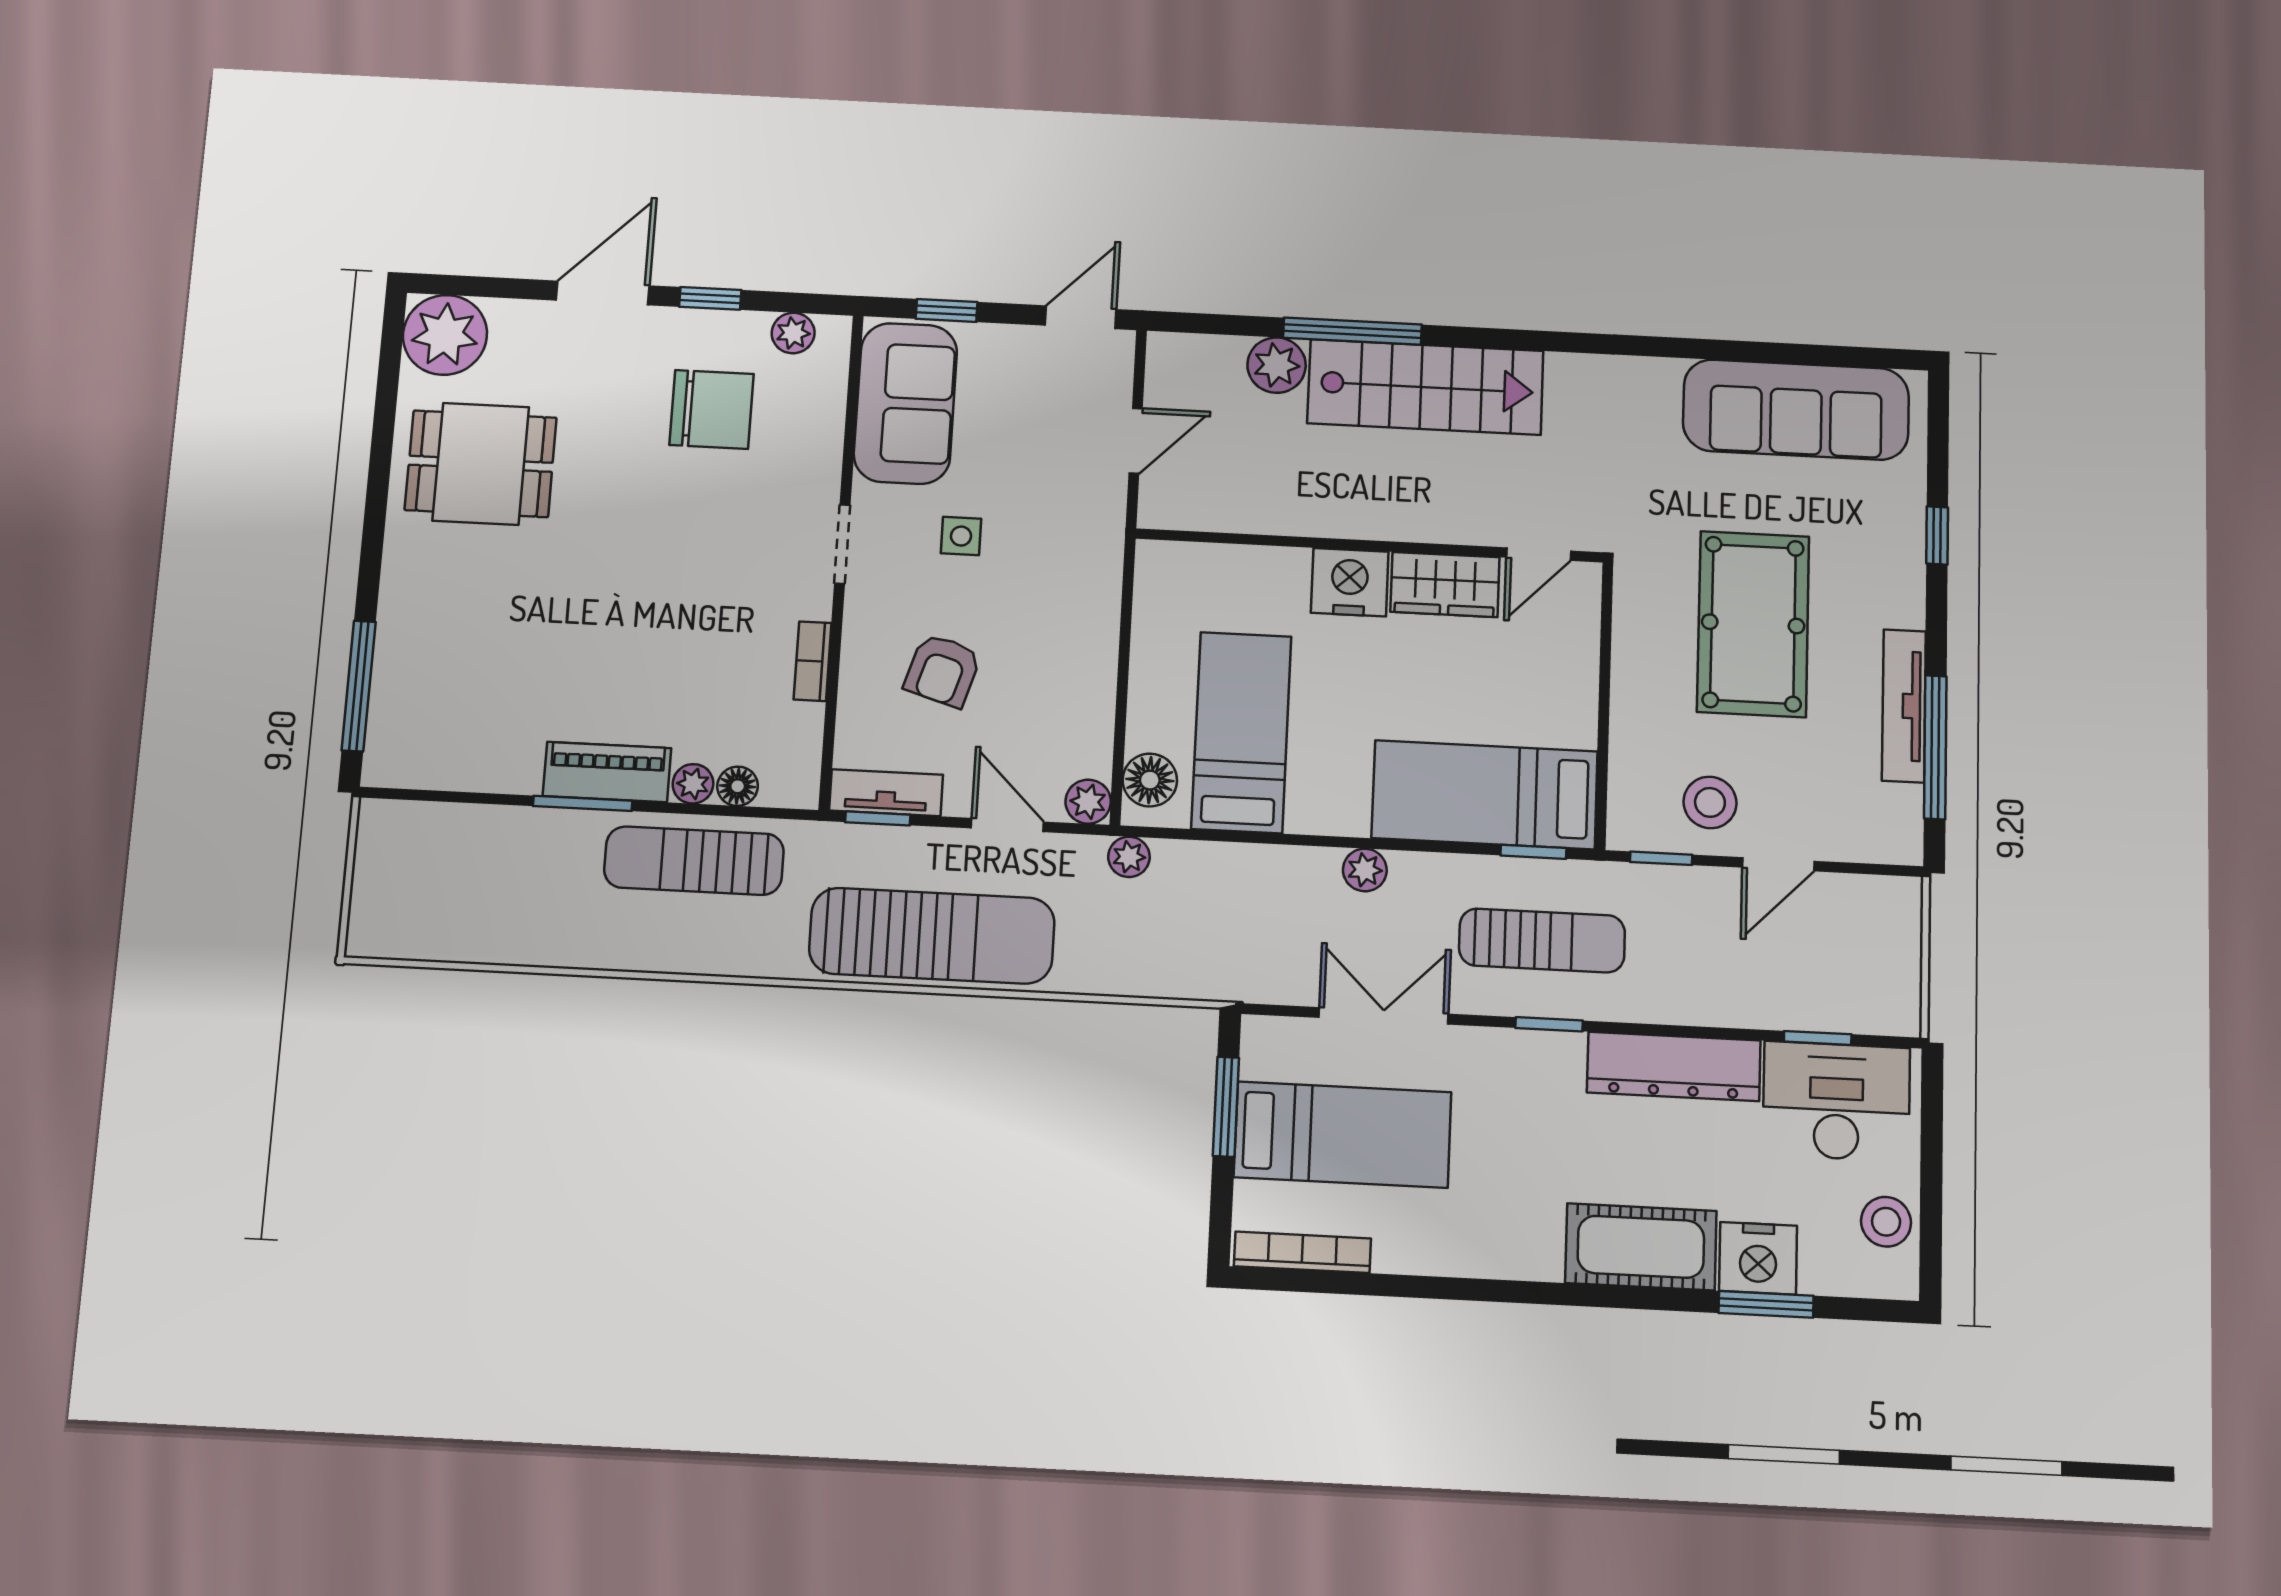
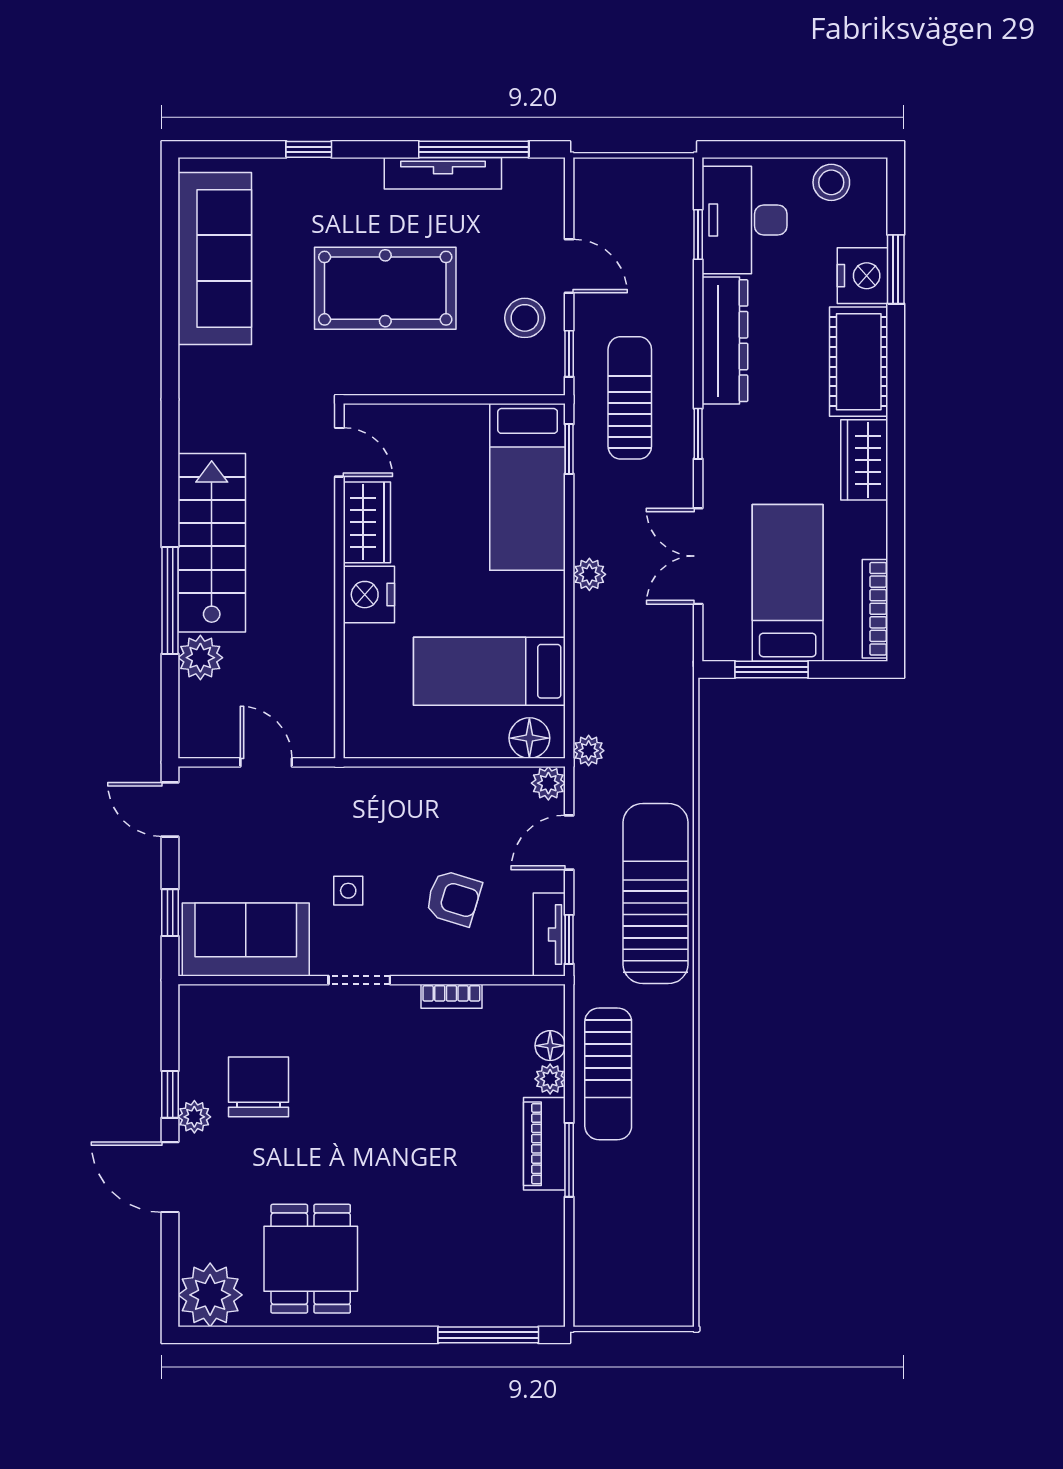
plant: (793, 333) -> (194, 1117), moved
sun lounger: (1542, 940) -> (630, 398), moved
wardrobe: (1506, 1248) -> (864, 460), added

